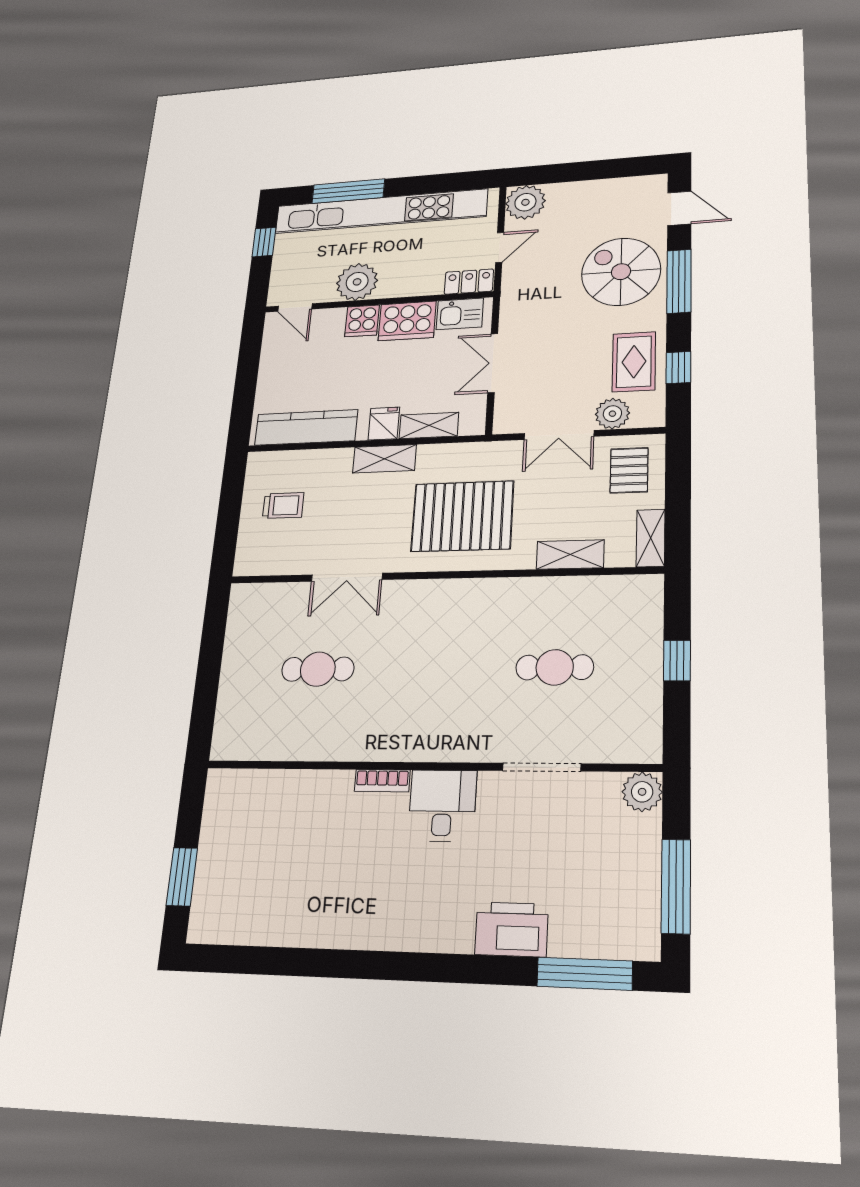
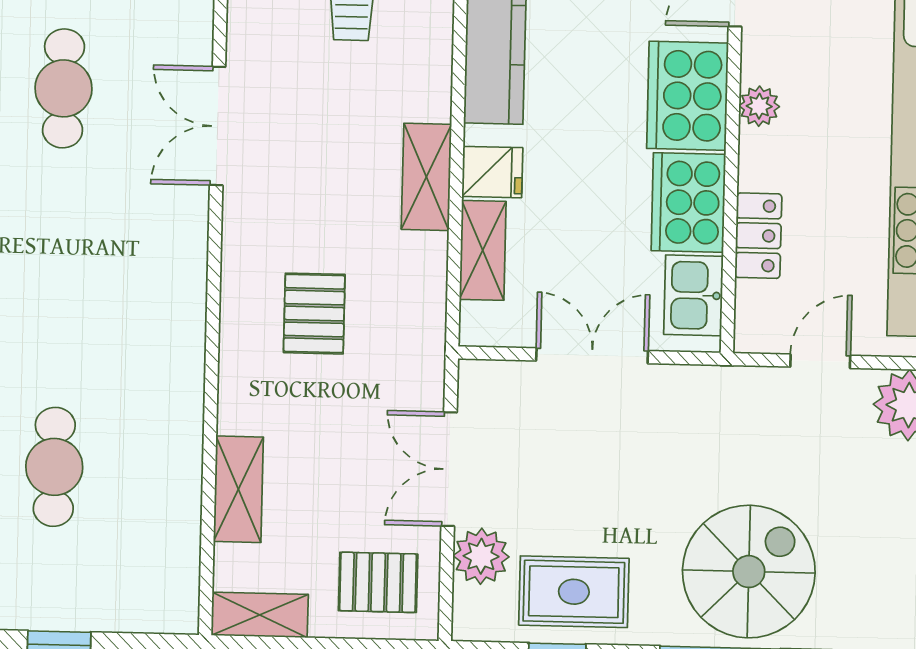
door: (500, 247) -> (820, 361), swing flipped
plant: (357, 282) -> (759, 106), width x0.53, depth x0.53
locker: (469, 282) -> (758, 236), moved
cooker: (362, 321) -> (688, 96), width x1.87, depth x1.31
pallet: (462, 516) -> (314, 314), width x0.49, depth x0.50

